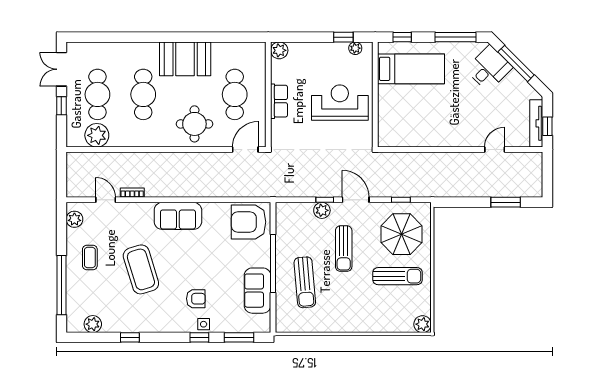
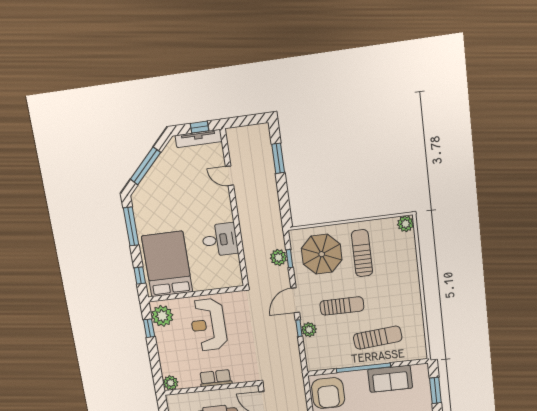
plant: (355, 48) -> (162, 316), width x1.87, depth x1.87
desk: (489, 68) -> (220, 240), moved, turned 135
bed: (411, 69) -> (167, 264), width x1.50
plant: (404, 188) -> (278, 257), added

